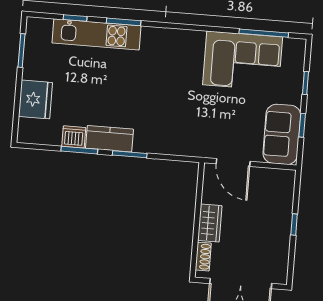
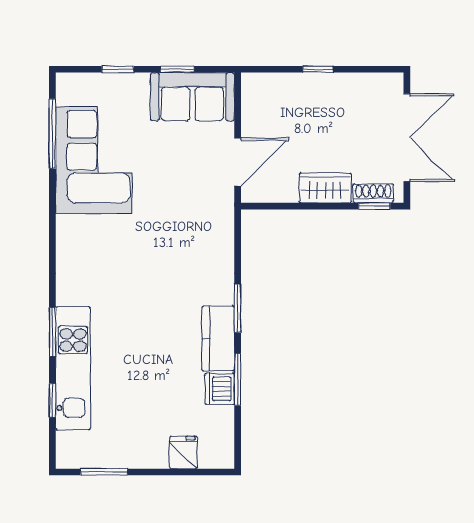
fridge: (35, 99) -> (183, 452), width x0.53, depth x0.75
window: (194, 257) -> (374, 206), added

